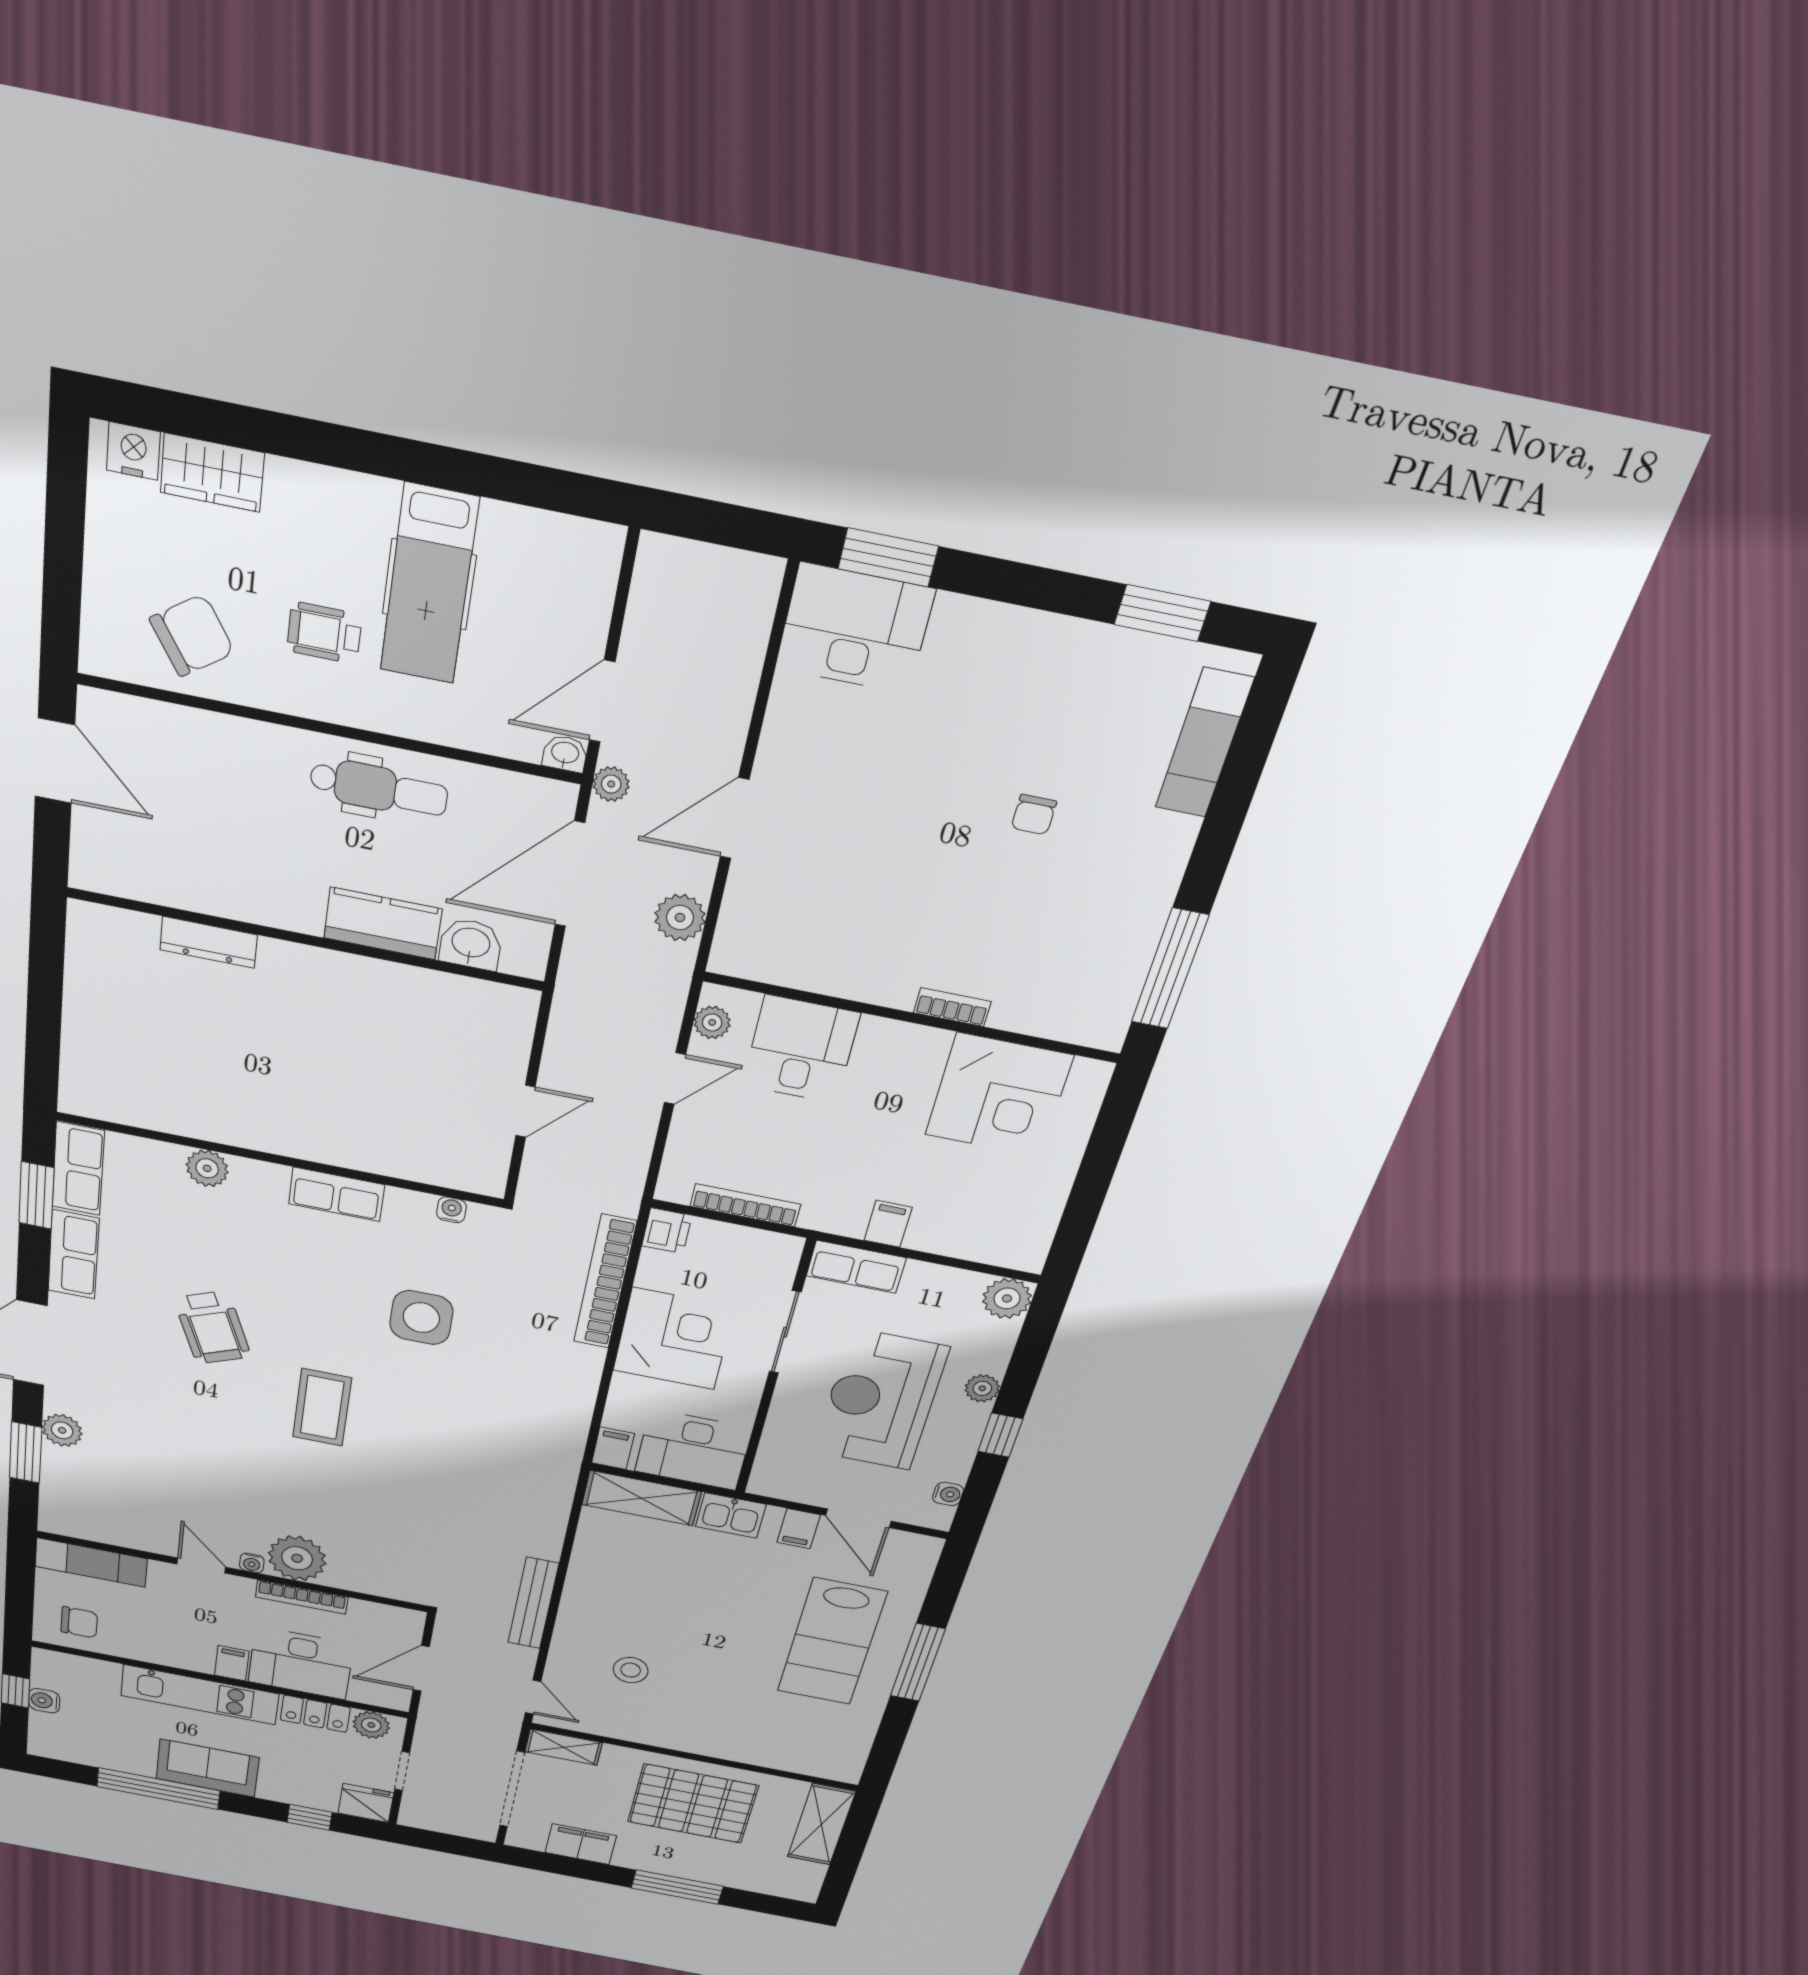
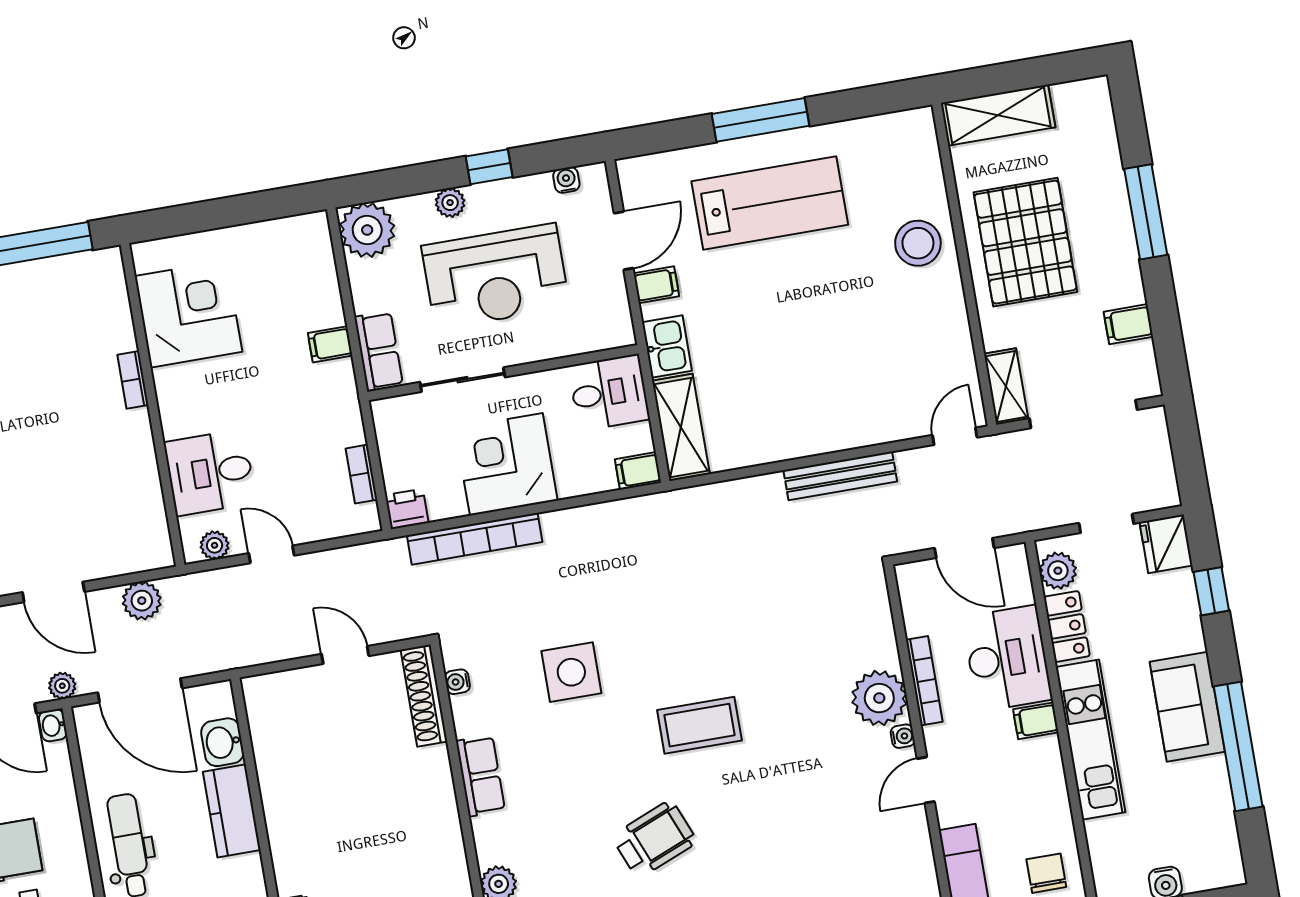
shoe rack: (448, 1172) -> (424, 696), added
bookcase: (745, 1205) -> (361, 474), width x0.64
plant: (1007, 1298) -> (367, 230), width x1.36, depth x1.36
desk: (693, 1450) -> (609, 393), width x0.73
stool: (631, 1670) -> (918, 243), moved, width x1.38, depth x1.38
filing cabinet: (581, 1844) -> (1128, 324), width x0.50

